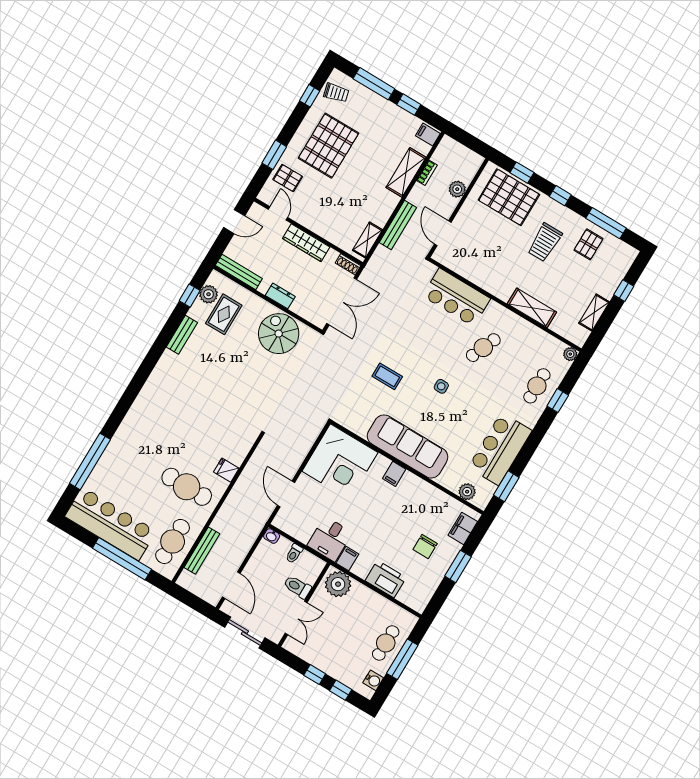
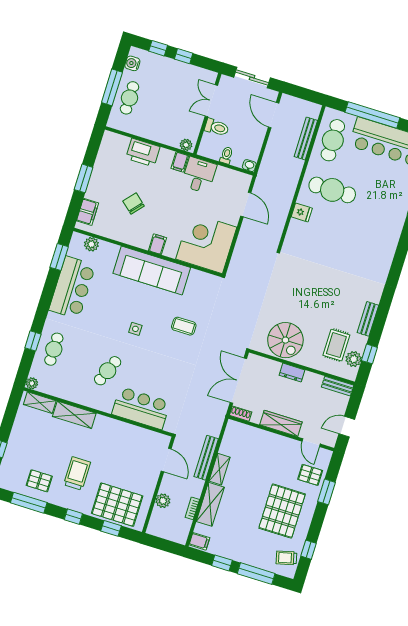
shelving: (367, 240) -> (219, 469), moved
pallet: (588, 244) -> (39, 481), turned 90
bench: (239, 272) -> (338, 386), width x0.73
shelving: (594, 313) -> (40, 403), moved, turned 90
chair: (425, 547) -> (134, 203), moved, turned -49
plant: (338, 584) -> (186, 145), width x0.53, depth x0.53

